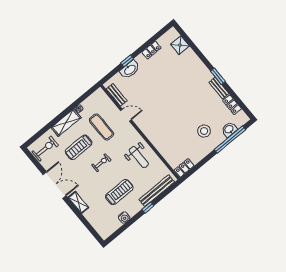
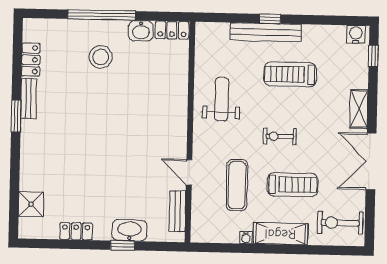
washbasin: (229, 129) -> (141, 31), moved
window: (230, 139) -> (101, 15), moved
bench: (157, 191) -> (266, 32), moved
water cooler: (124, 218) -> (356, 34), moved
window: (92, 230) -> (373, 56), added

